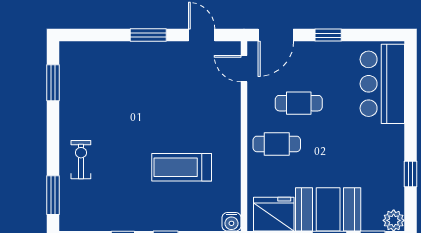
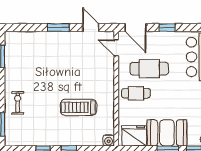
door: (276, 35) -> (135, 28), hinge flipped
cafe table: (299, 103) -> (149, 69), width x1.37, depth x1.35

